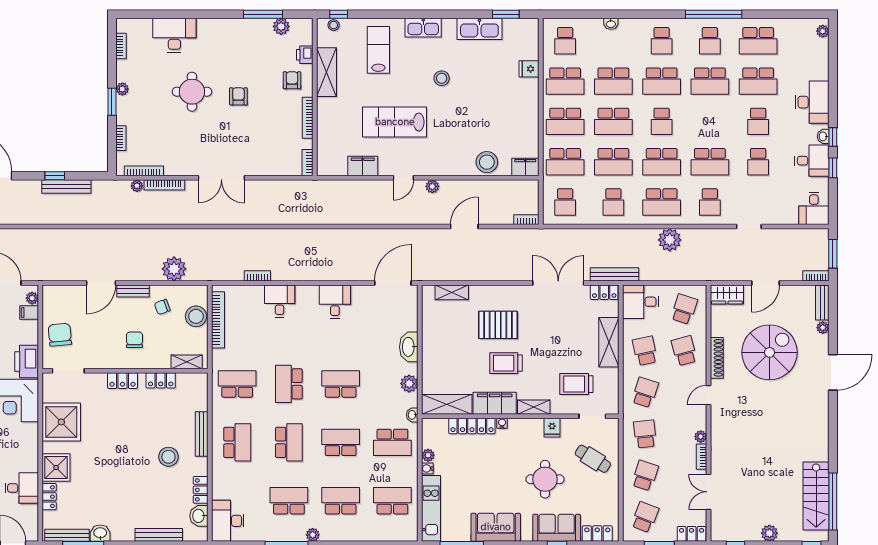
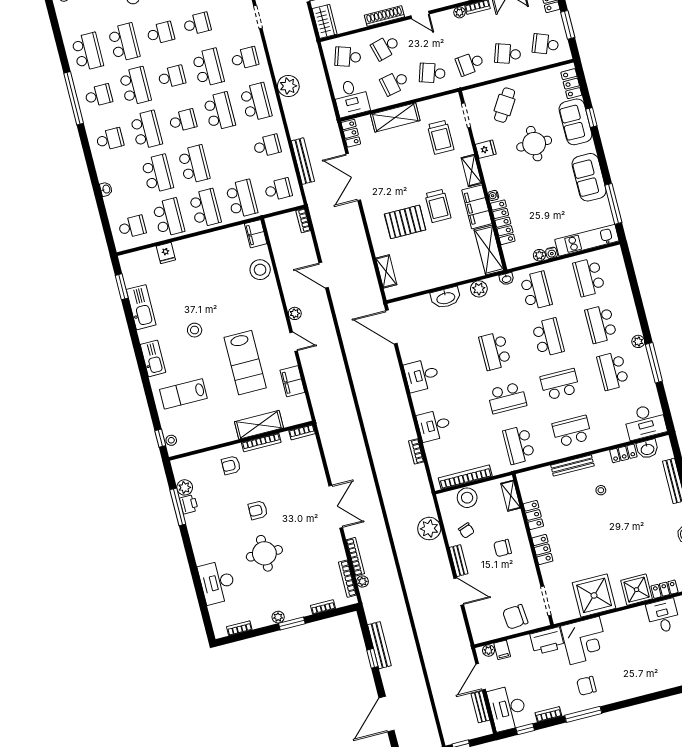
printer: (305, 55) -> (189, 504), moved, turned -90
shelving: (326, 72) -> (259, 425), moved
school desk: (613, 162) -> (172, 77), moved, width x0.54
bench: (614, 274) -> (303, 161), moved
pallet: (498, 325) -> (405, 222), turned 90
school desk: (341, 442) -> (548, 337), turned 180
stool: (168, 457) -> (601, 490), width x0.53, depth x0.53

